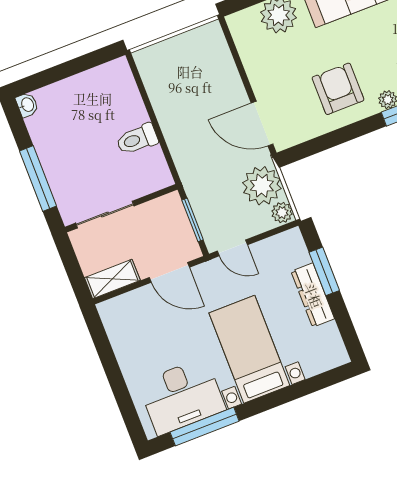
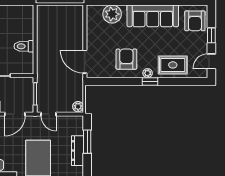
plant: (262, 186) -> (74, 90), removed
door: (169, 272) -> (15, 114), hinge flipped

